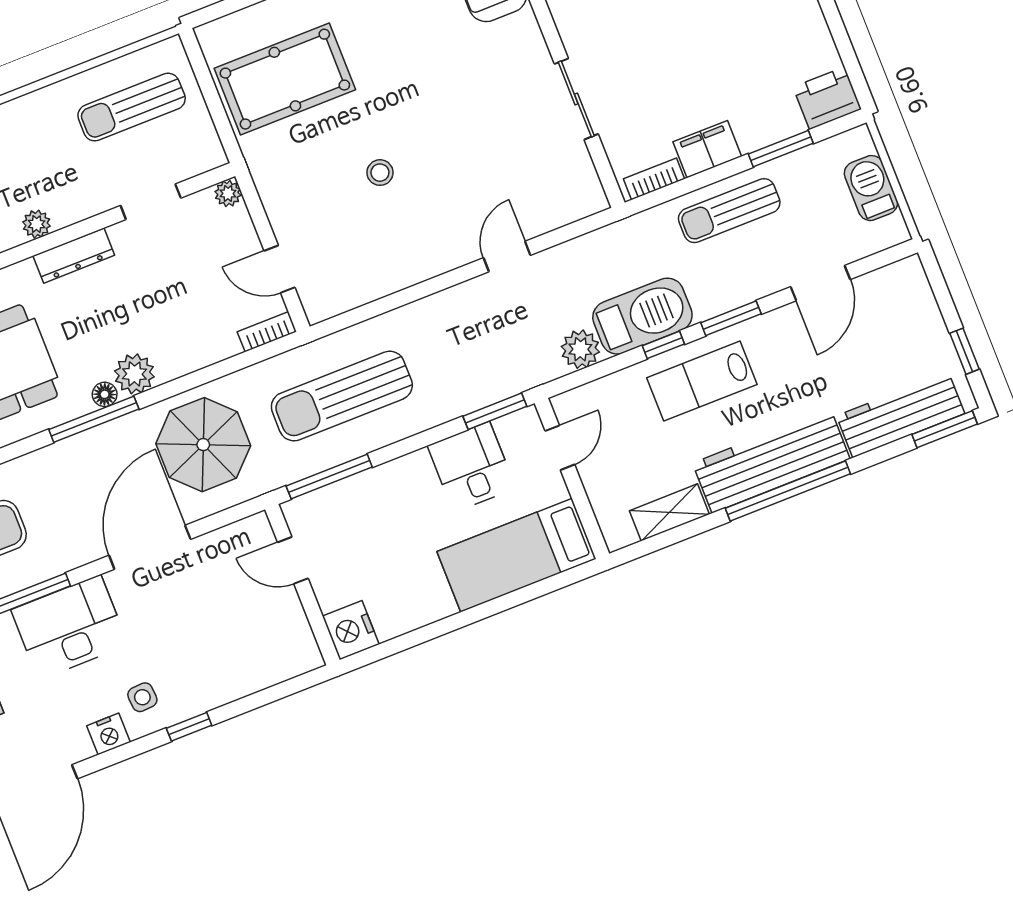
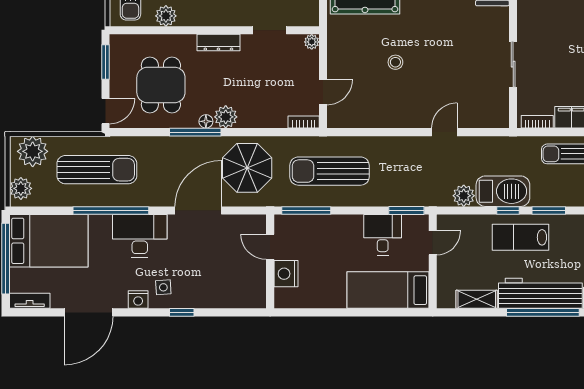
plant: (37, 224) -> (205, 18), removed
door: (279, 269) -> (323, 92), swing flipped
nightstand: (351, 630) -> (286, 274), moved

